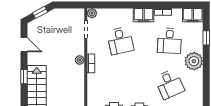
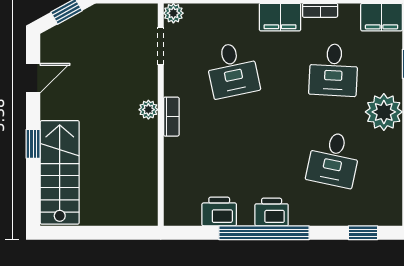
door: (24, 45) -> (33, 78), hinge flipped
desk: (169, 84) -> (334, 159), turned 36

